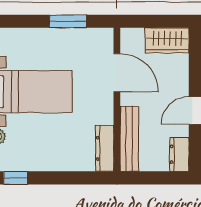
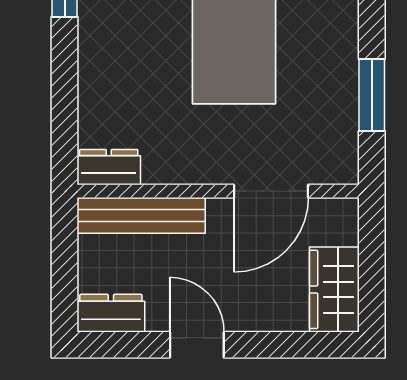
dresser: (105, 148) -> (109, 167), width x0.70

